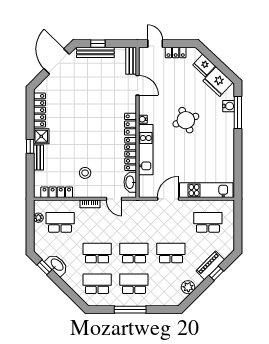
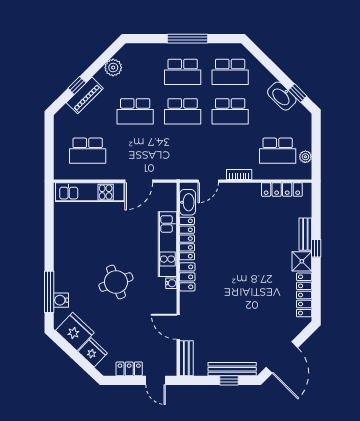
stool: (85, 173) -> (245, 214), removed
door: (114, 199) -> (208, 181), swing flipped

